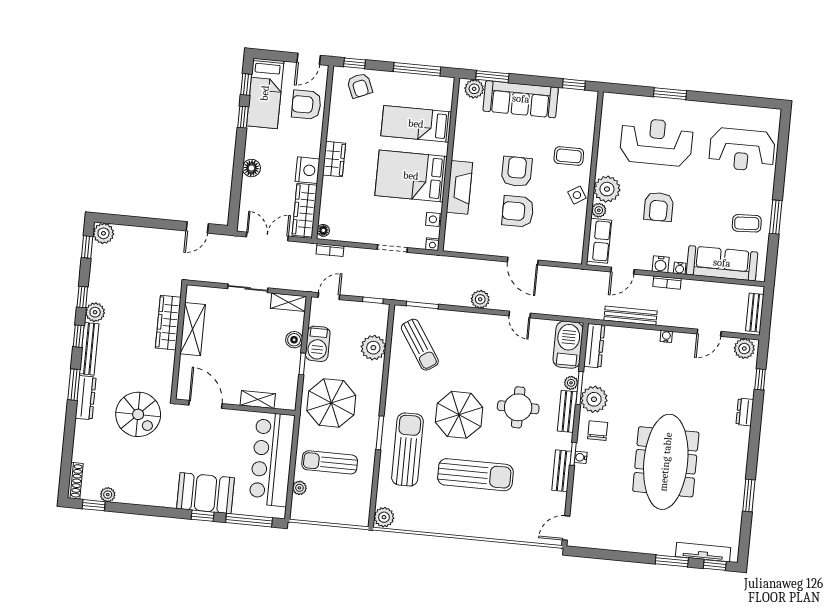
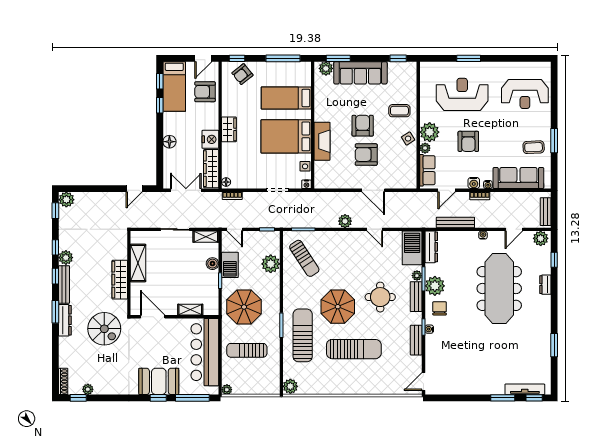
armchair: (360, 86) -> (242, 74), turned 74
door: (329, 296) -> (235, 229), swing flipped
wardrobe: (168, 323) -> (120, 280), moved
meeting table: (666, 462) -> (499, 289), moved
plant: (299, 488) -> (227, 390), moved

